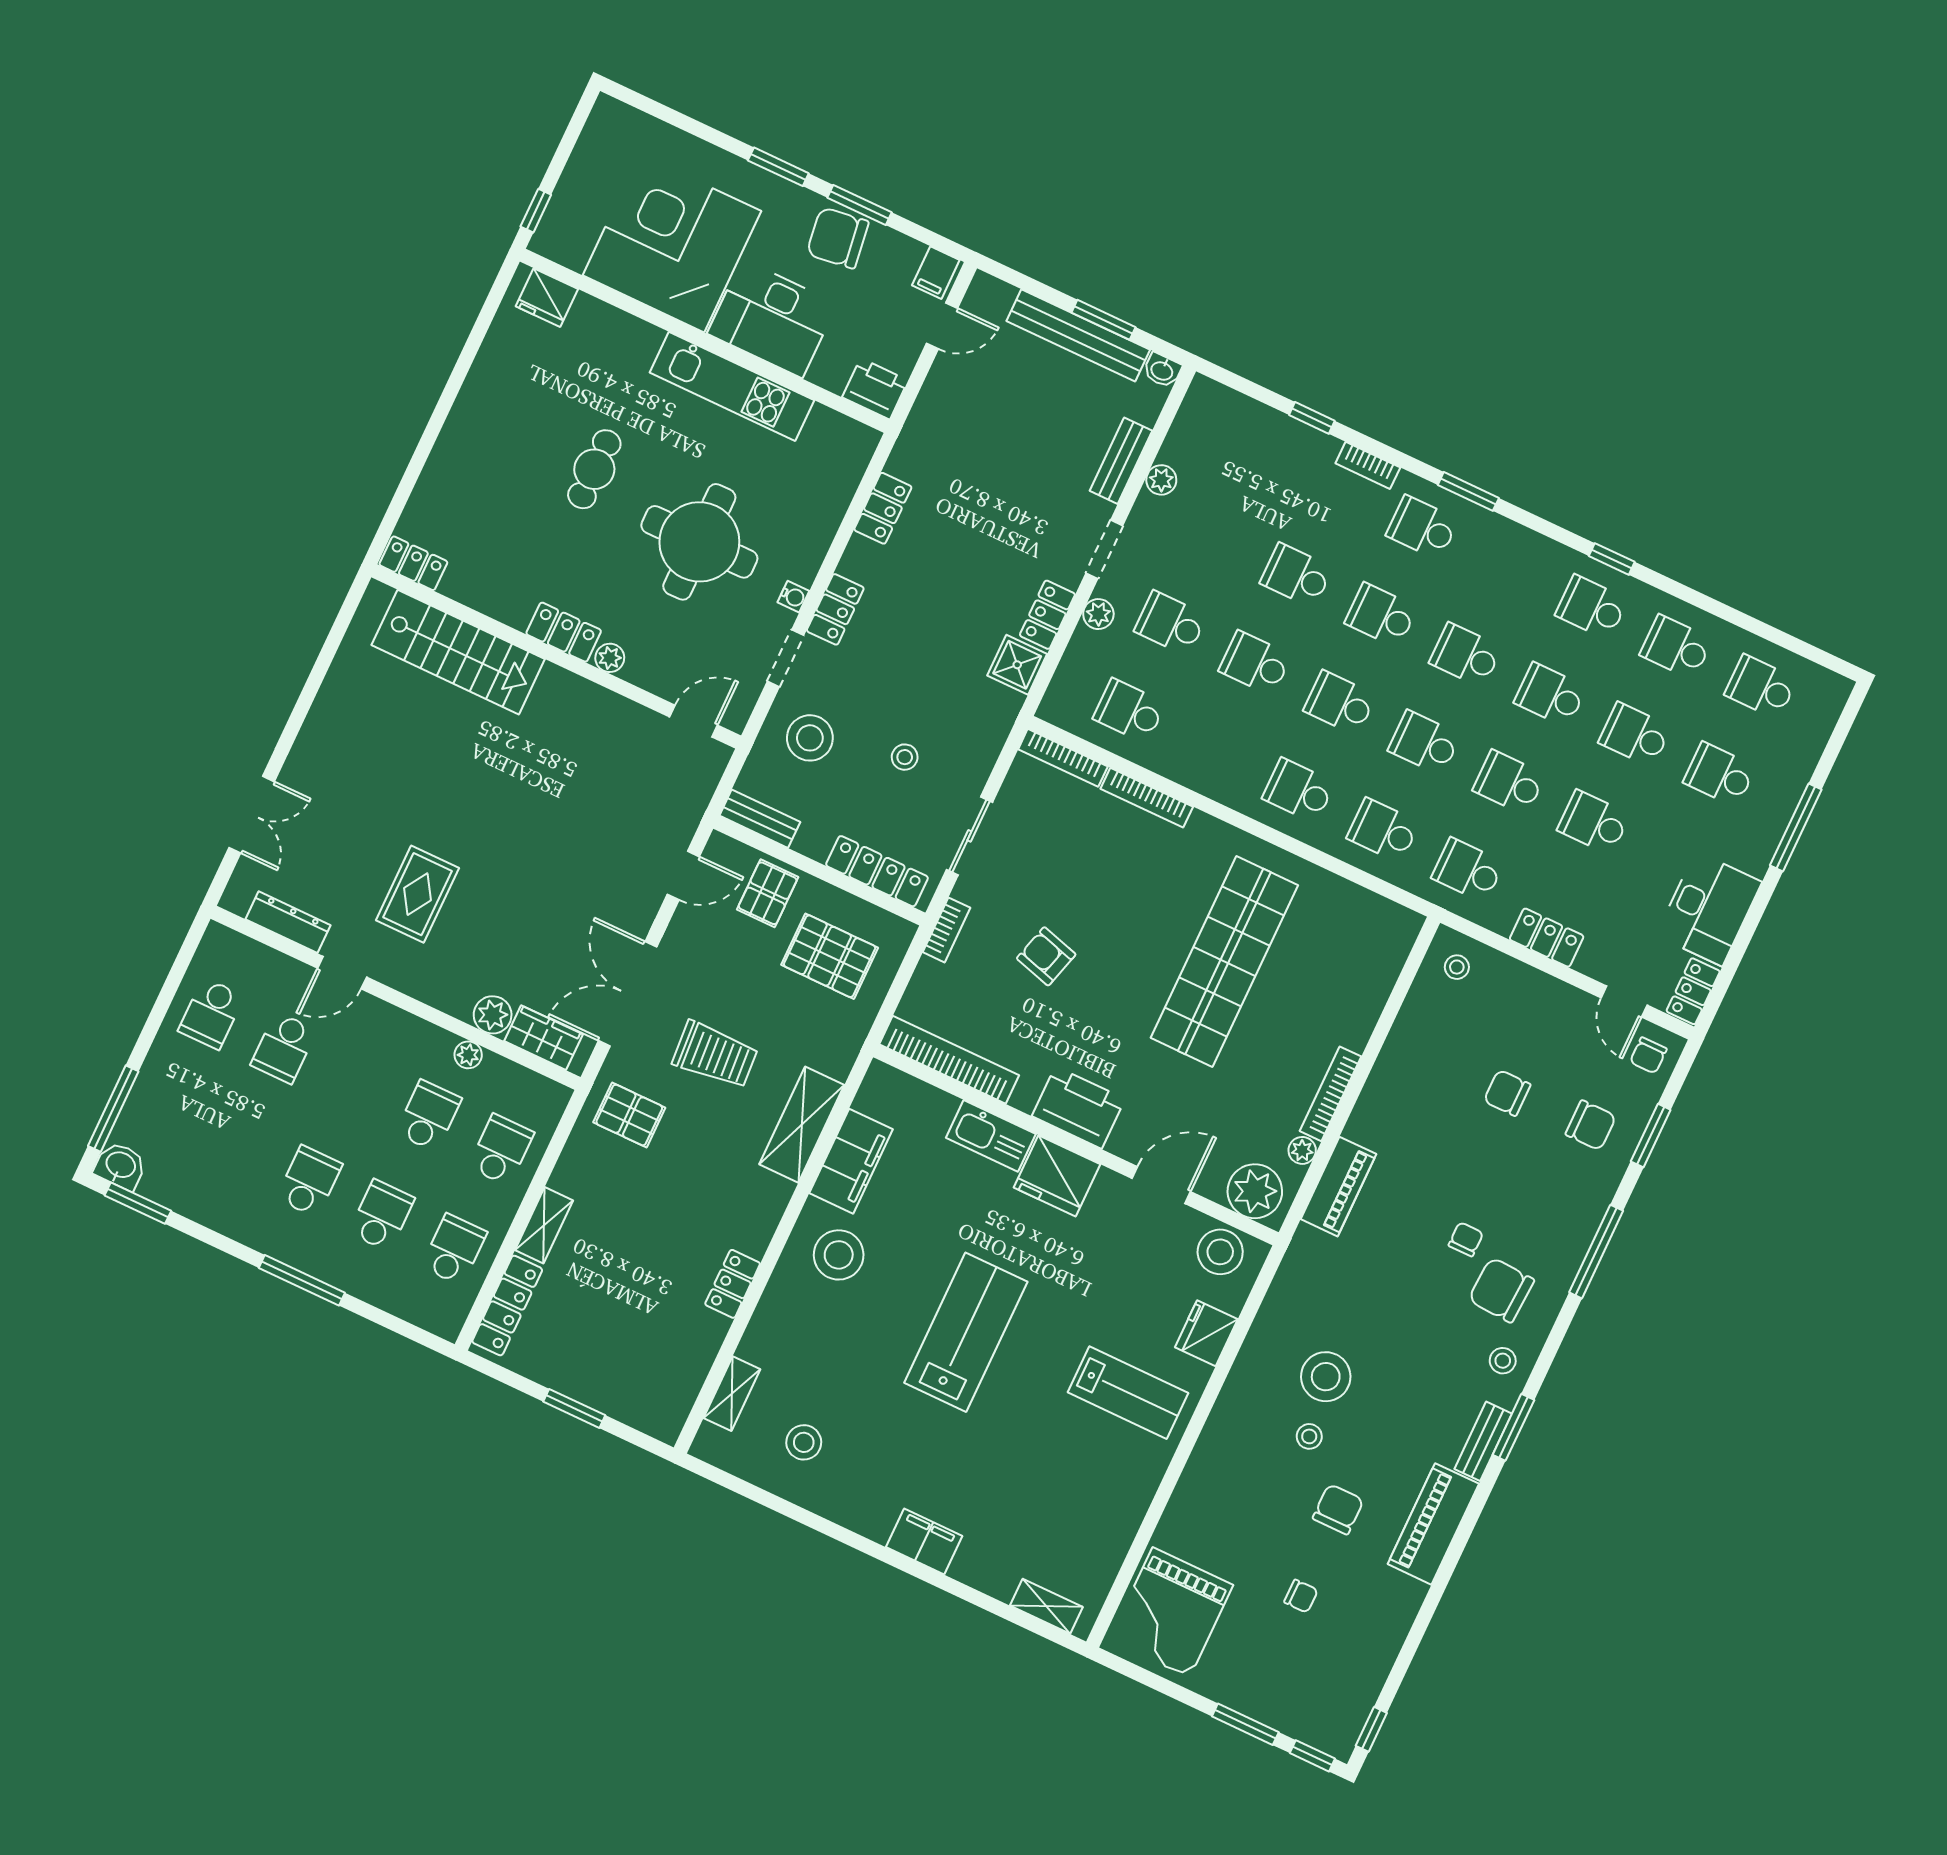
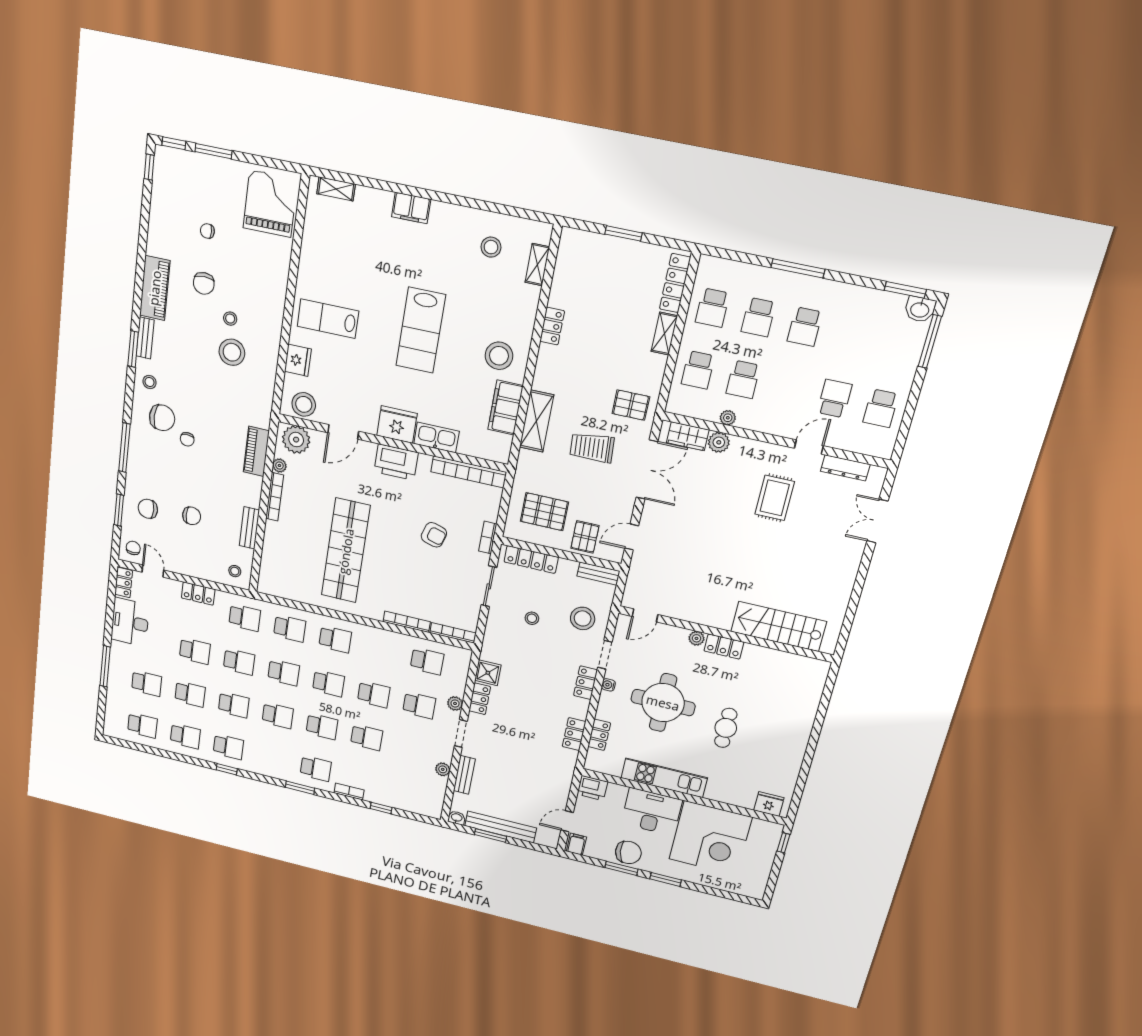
locker: (413, 563) -> (599, 735), moved, turned -90
school desk: (211, 1013) -> (881, 408), turned 180
bench: (1400, 1045) -> (249, 528), added

